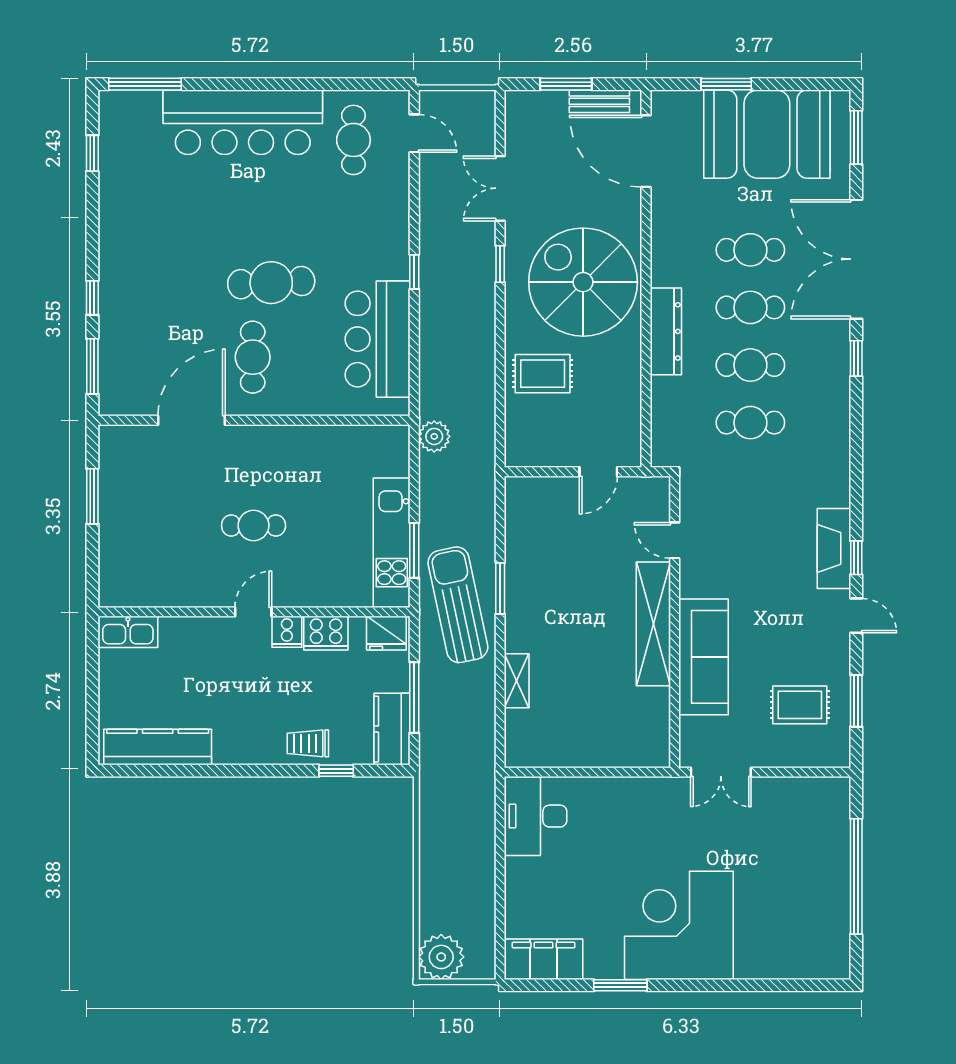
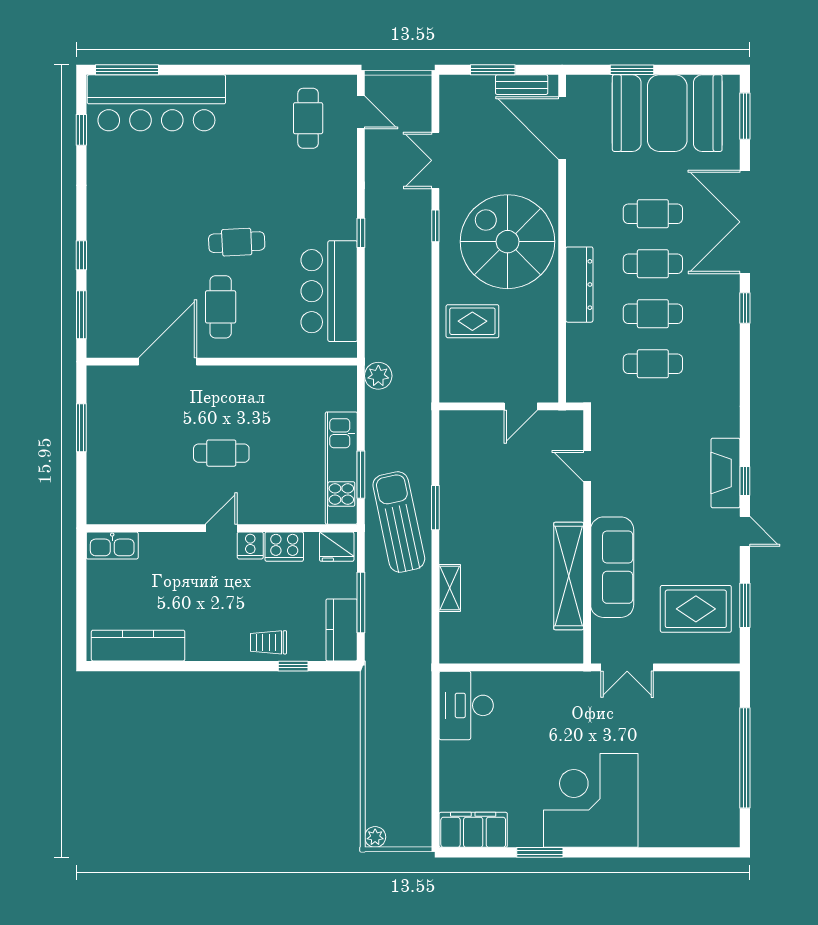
bar counter: (243, 122) -> (156, 103), moved
cafe table: (271, 283) -> (237, 242), width x0.73, depth x0.74
shelving: (653, 624) -> (569, 576), moved
rug: (800, 705) -> (696, 609), width x1.36, depth x1.43
plant: (441, 957) -> (375, 837), width x0.53, depth x0.53

